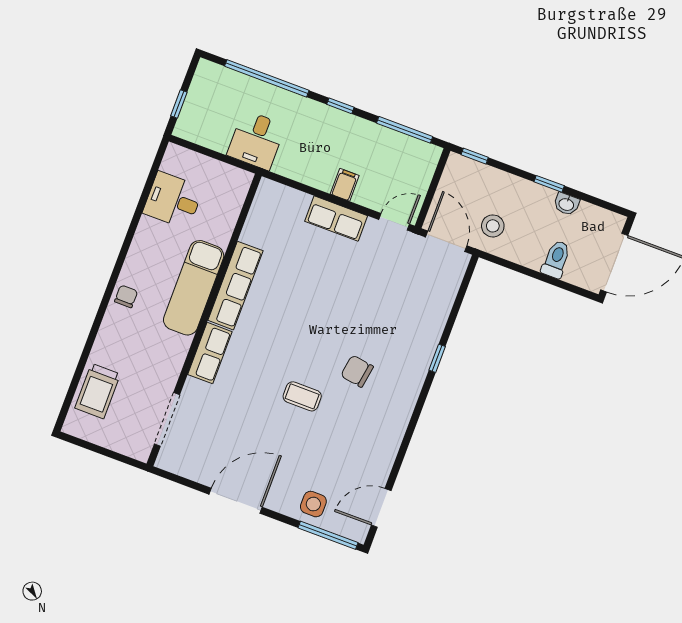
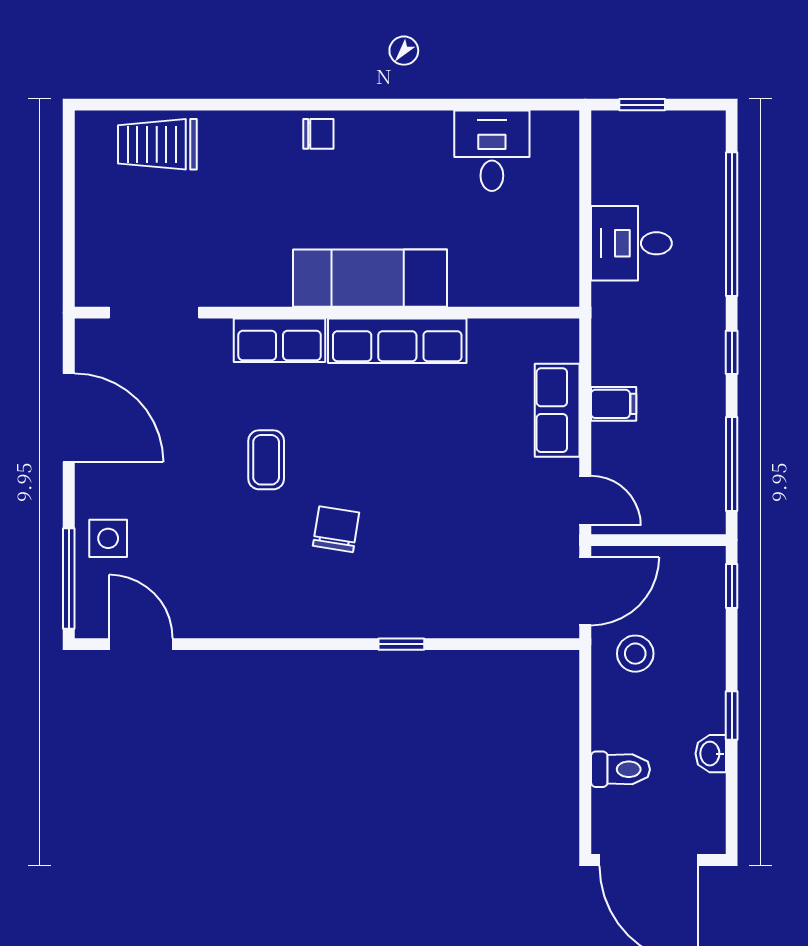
row of seats: (235, 286) -> (397, 341), moved
exam couch: (194, 288) -> (370, 278), moved
wall: (204, 320) -> (327, 313), moved
row of seats: (210, 353) -> (280, 340), moved
doorway: (167, 419) -> (154, 313), moved

